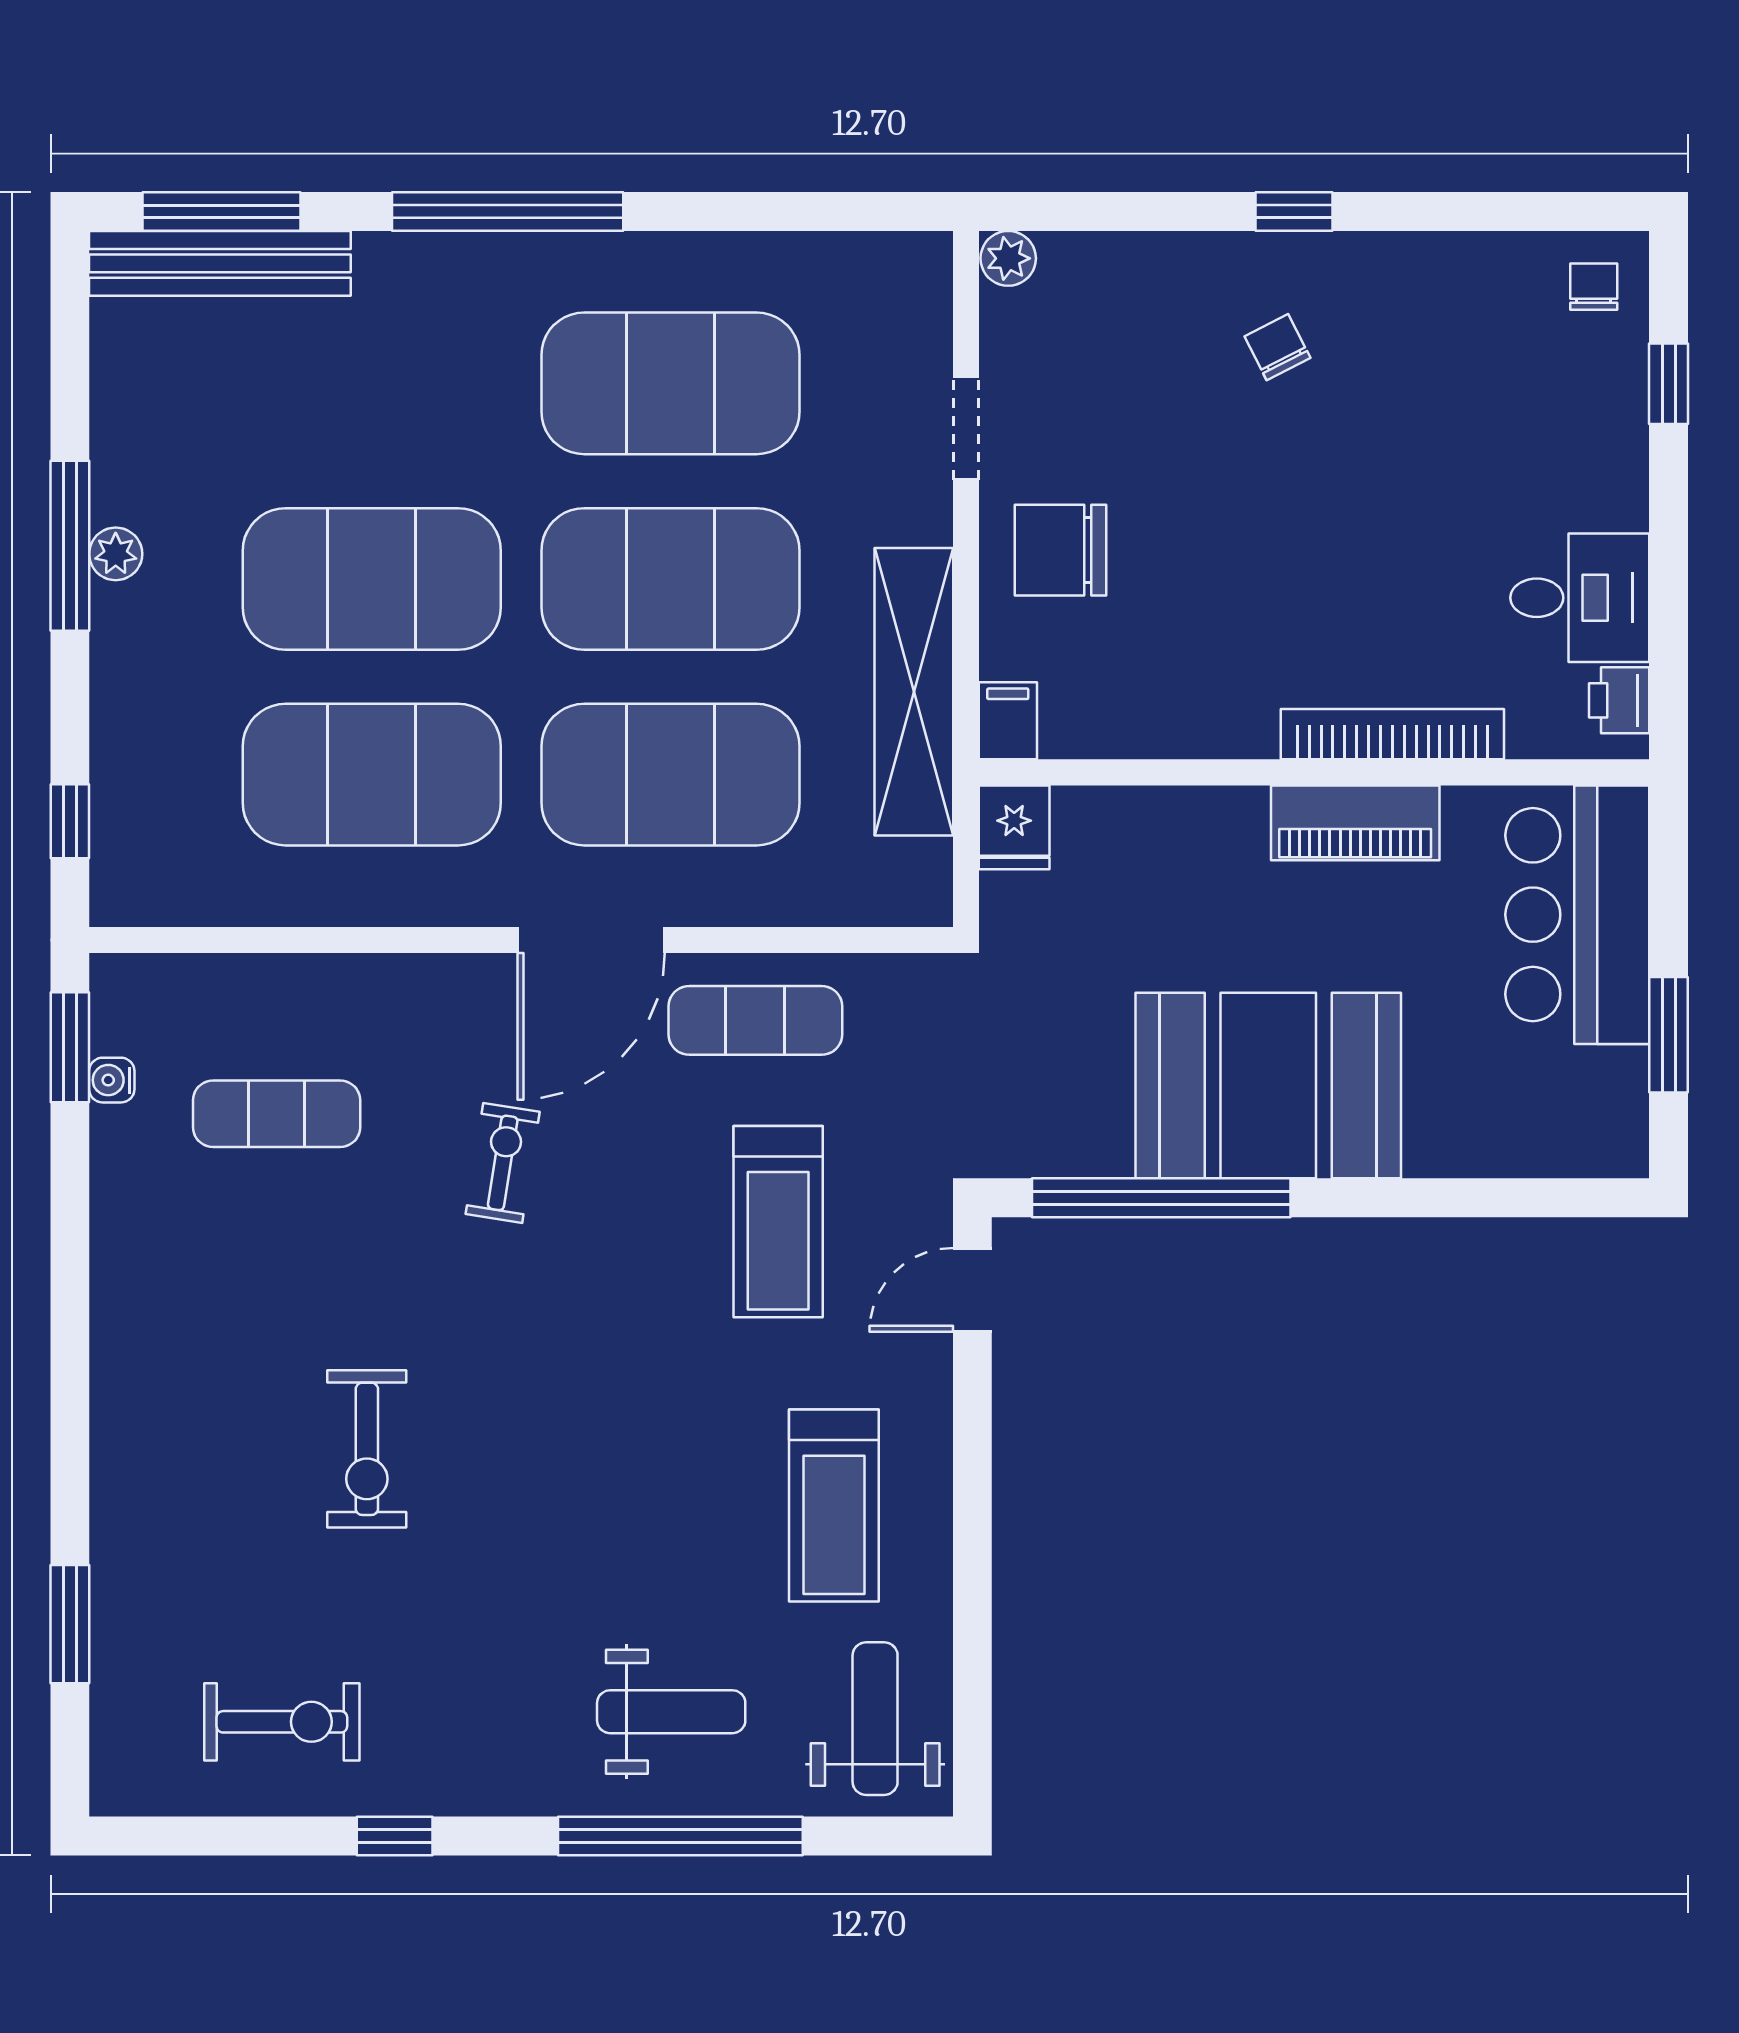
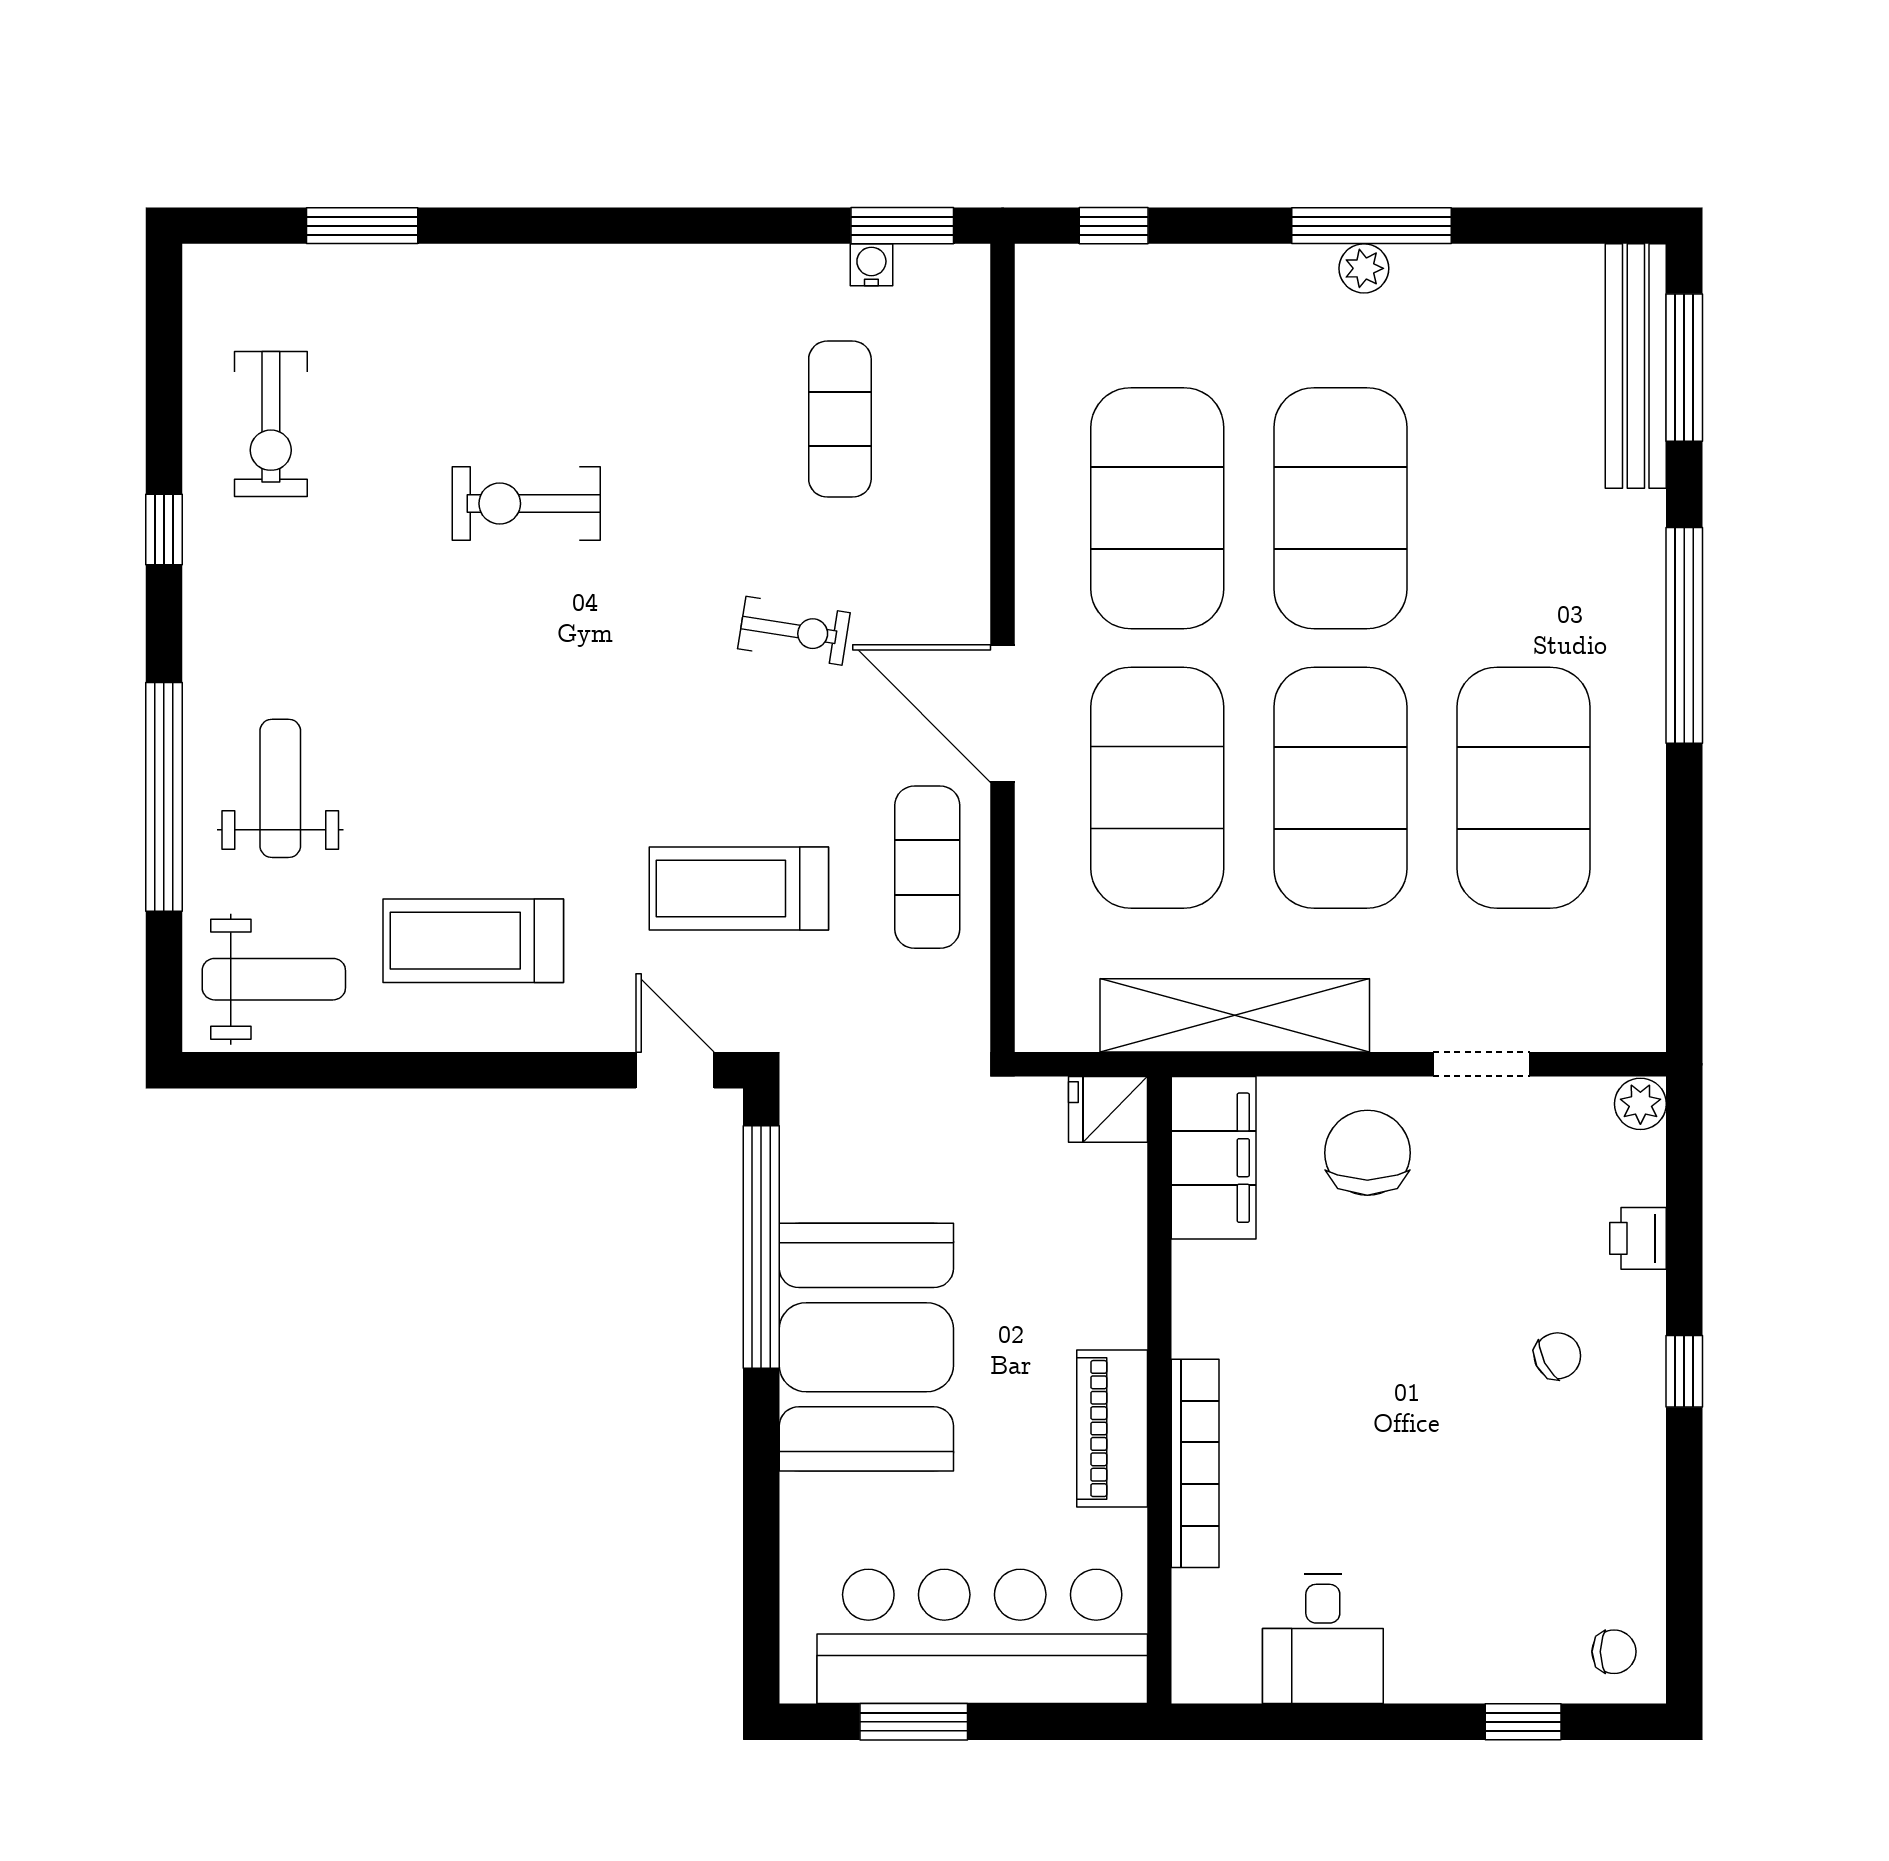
printer: (1619, 700) -> (1638, 1238), moved, turned -90
filing cabinet: (1008, 721) -> (1214, 1158), width x3.00, depth x1.17
bar counter: (1577, 915) -> (982, 1636), width x1.36
weight bench: (671, 1712) -> (280, 788), turned 180

